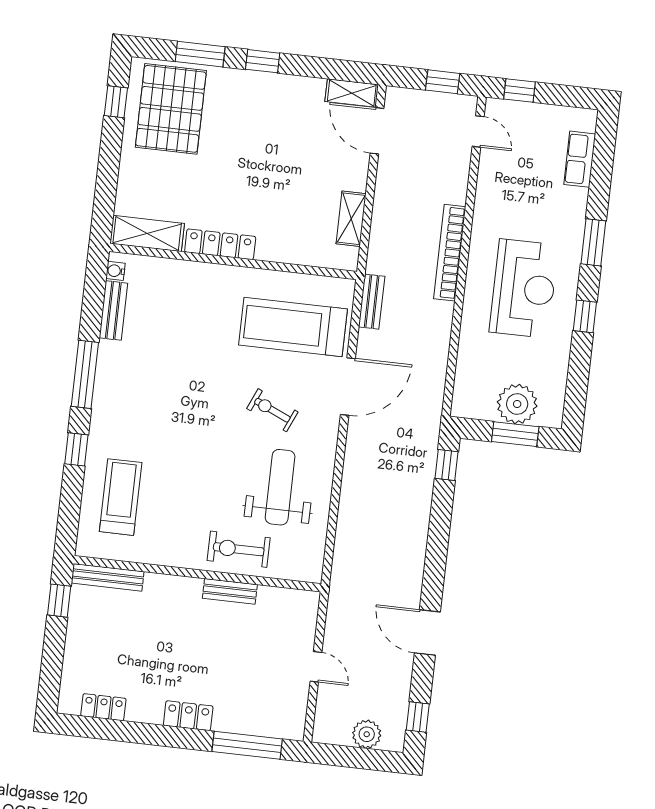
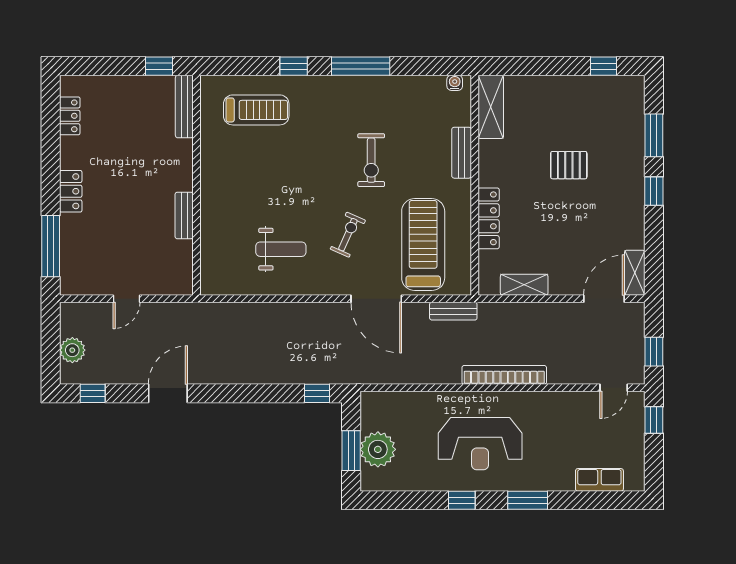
pallet: (171, 109) -> (569, 165), moved, width x0.49, depth x0.50
locker: (220, 244) -> (489, 218), moved
bench: (113, 310) -> (462, 153), moved, turned 90
weight bench: (280, 487) -> (281, 249), width x0.73, depth x0.75
exercise bike: (239, 549) -> (371, 160), moved, turned 180

